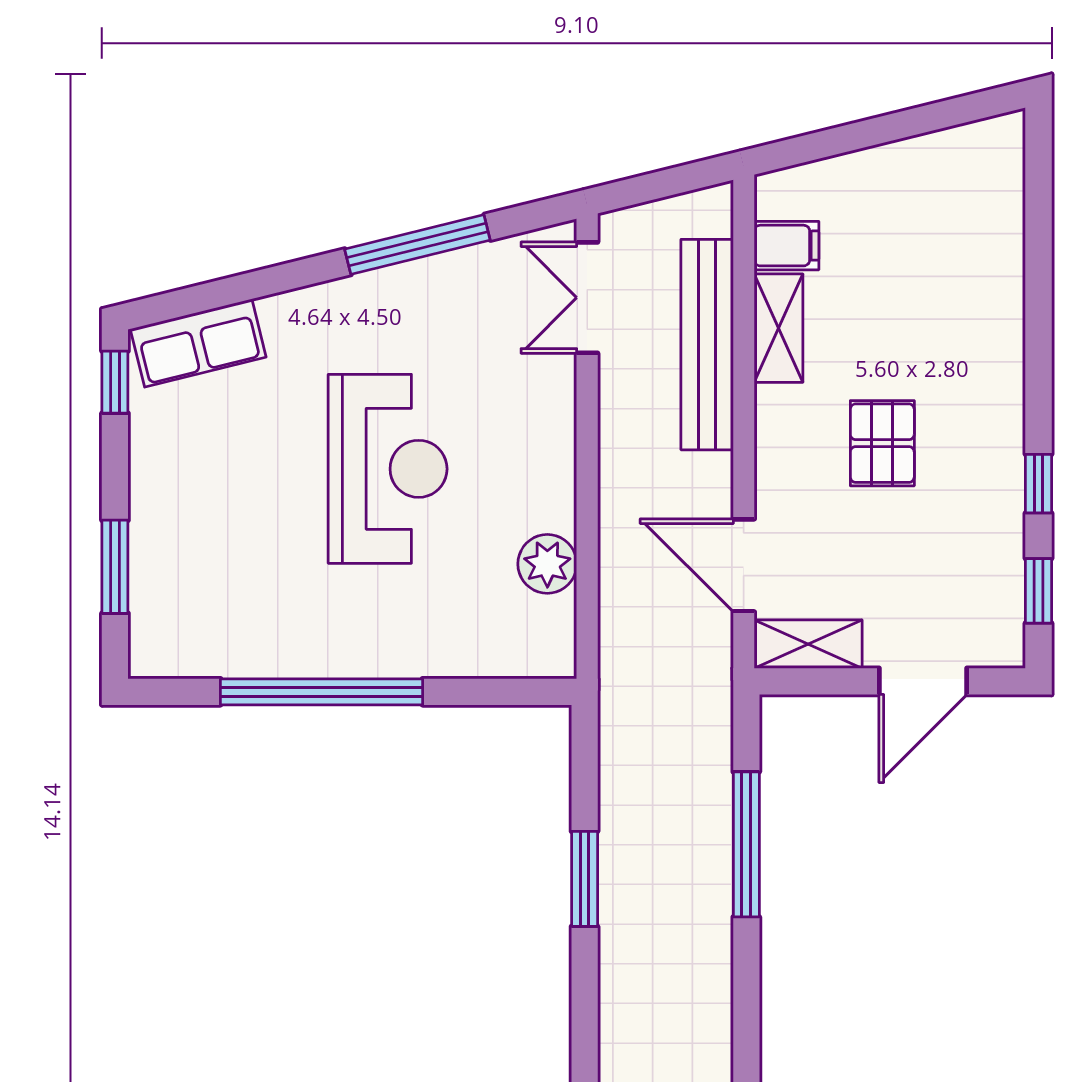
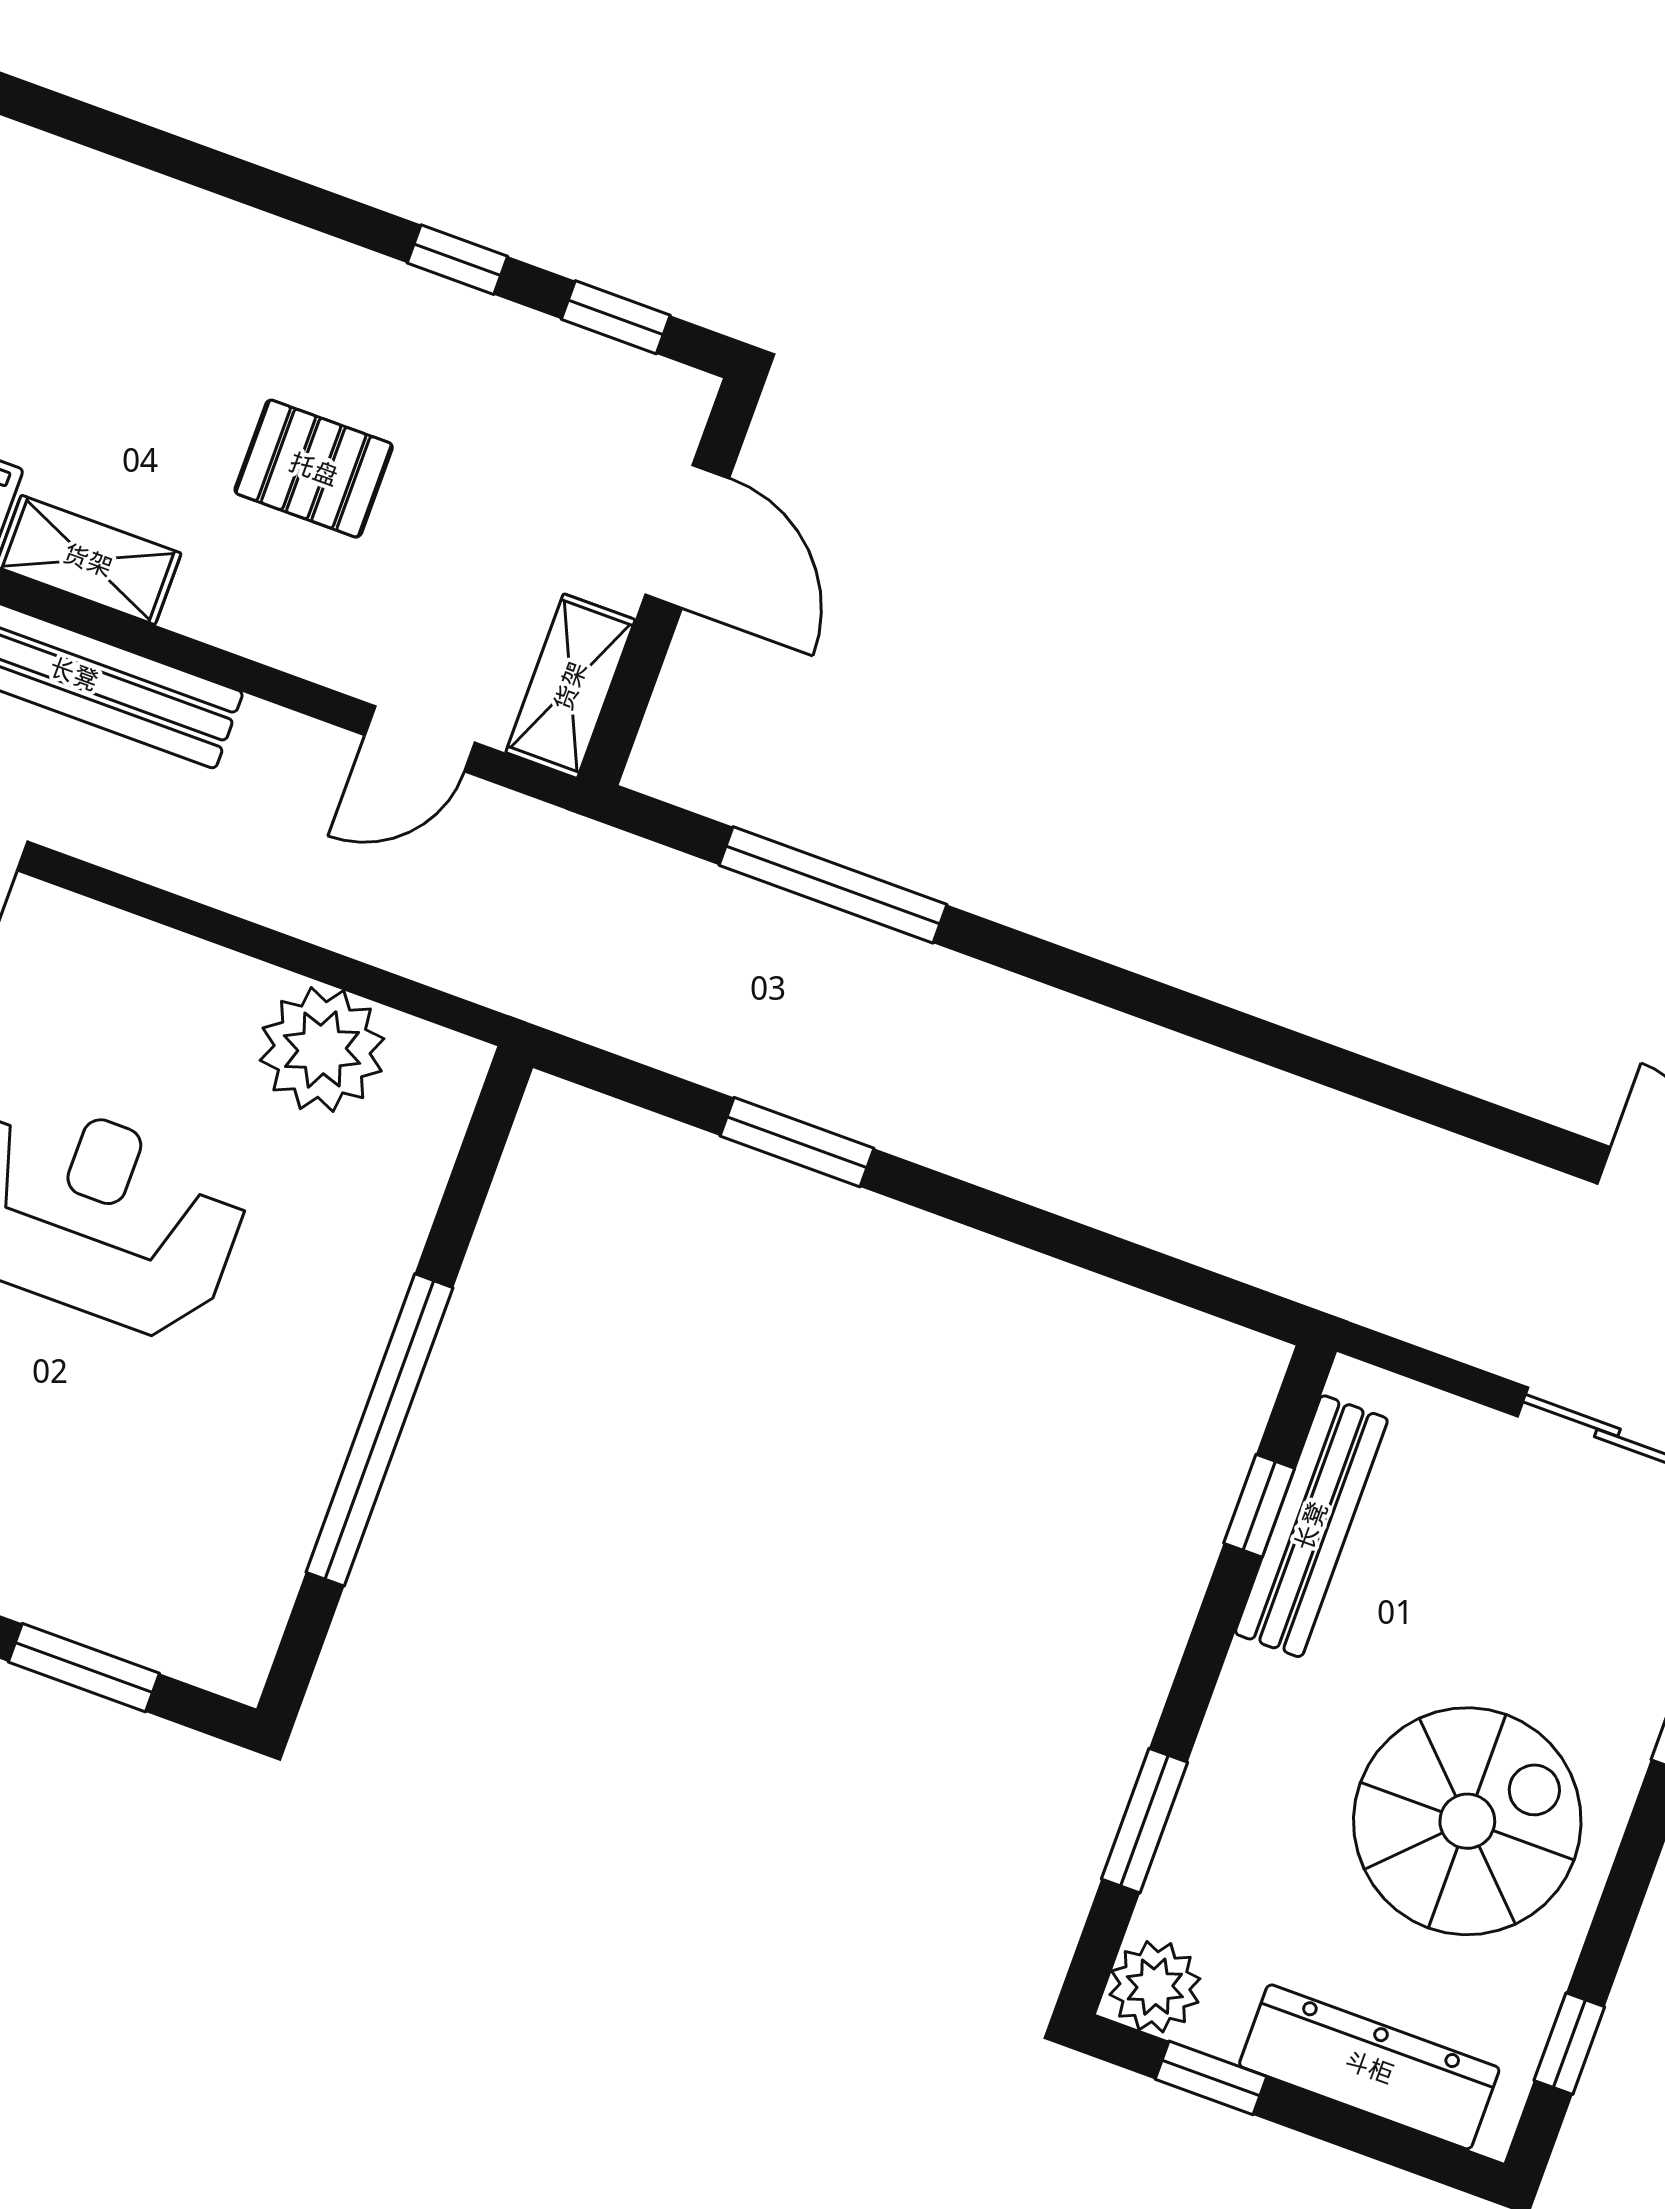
plant: (547, 564) -> (322, 1050), width x1.36, depth x1.36
door: (744, 565) -> (420, 739), width x0.73

